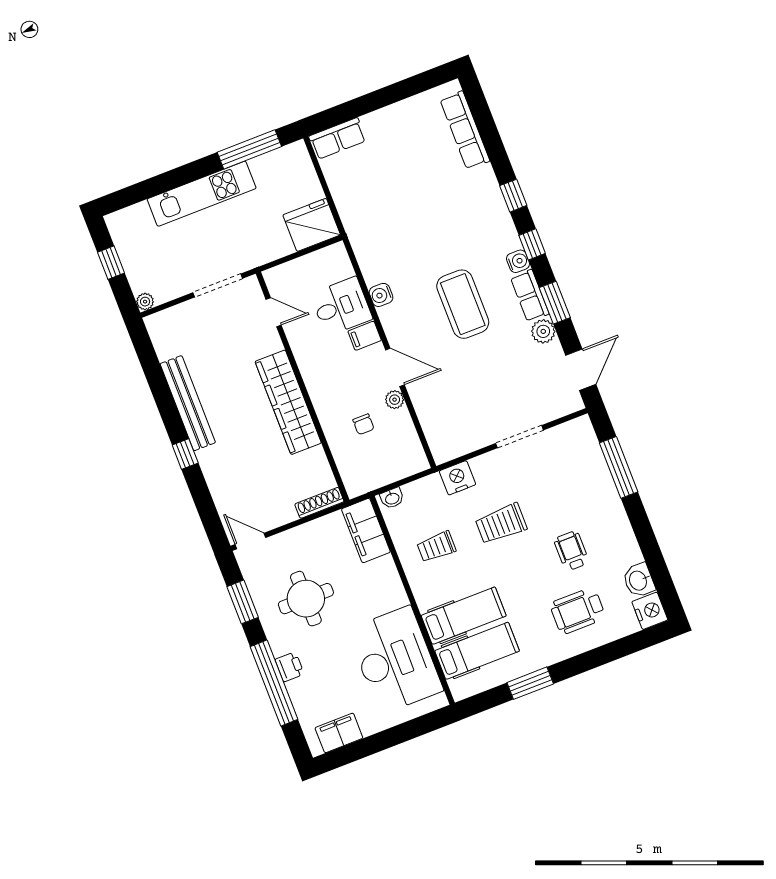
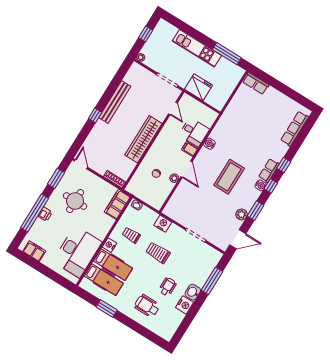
fridge: (312, 225) -> (199, 87), moved
row of seats: (530, 296) -> (269, 171), moved
washbasin: (639, 580) -> (193, 292), moved
nightstand: (425, 596) -> (110, 245), added
nightstand: (650, 611) -> (185, 305), moved

